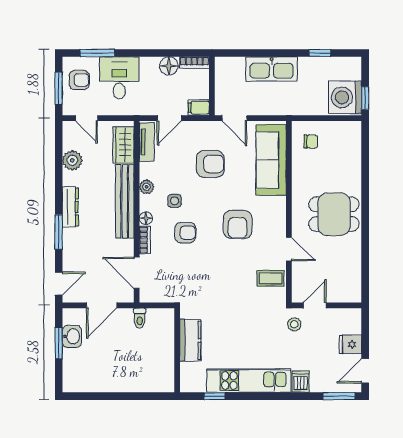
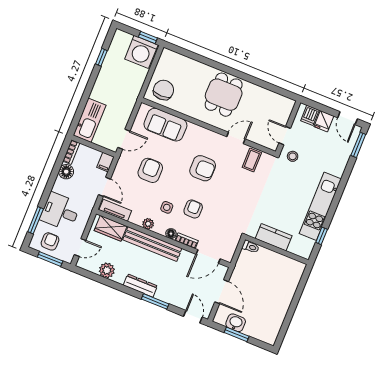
kitchen sink: (272, 69) -> (90, 120), moved
chair: (311, 141) -> (164, 90), width x1.87, depth x1.87
sofa: (271, 160) -> (165, 125), width x0.73
toilet: (140, 318) -> (251, 247), moved
dishwasher: (301, 382) -> (310, 115), moved, turned -90

